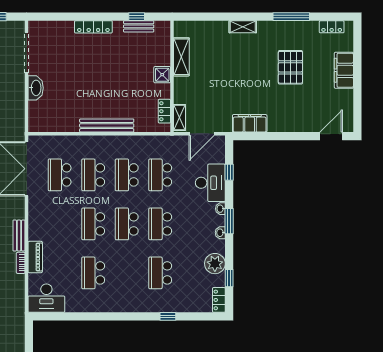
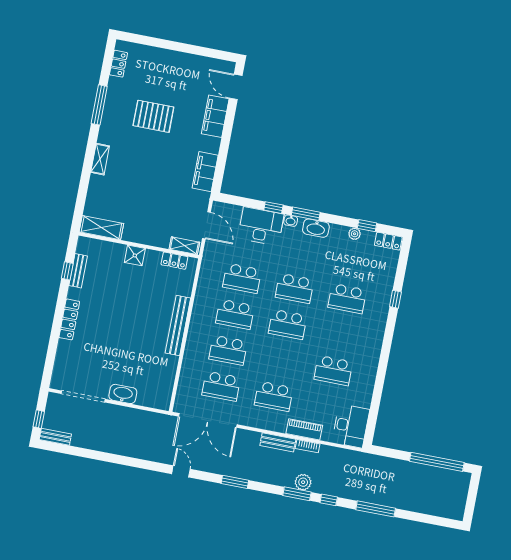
shelving: (181, 57) -> (101, 228), moved
filing cabinet: (344, 70) -> (215, 116), moved, turned 90
window: (229, 172) -> (273, 208), moved
school desk: (93, 224) -> (274, 396), moved
washbasin: (220, 233) -> (316, 228), width x1.91, depth x1.45
plant: (215, 264) -> (355, 234), width x0.53, depth x0.53

